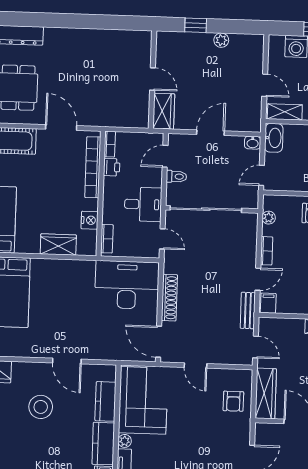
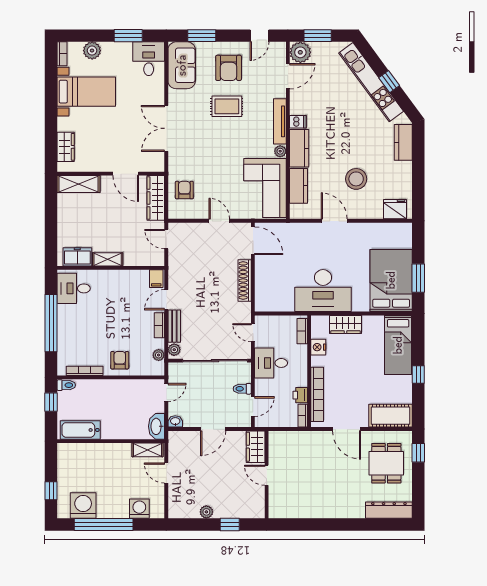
plant: (251, 223) -> (174, 350), added
desk: (127, 285) -> (323, 291), moved
bench: (248, 310) -> (174, 326), moved

